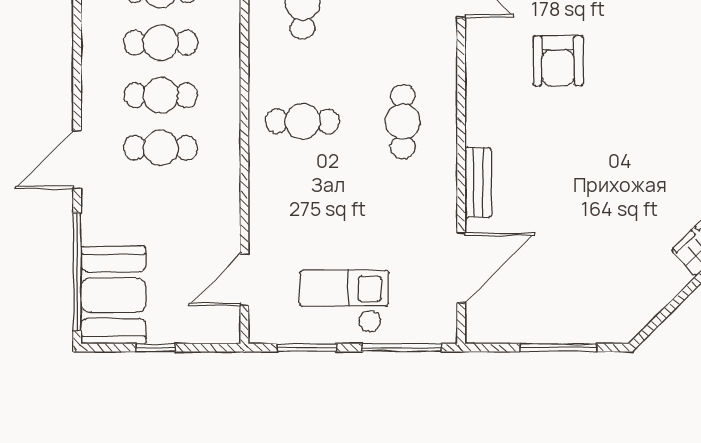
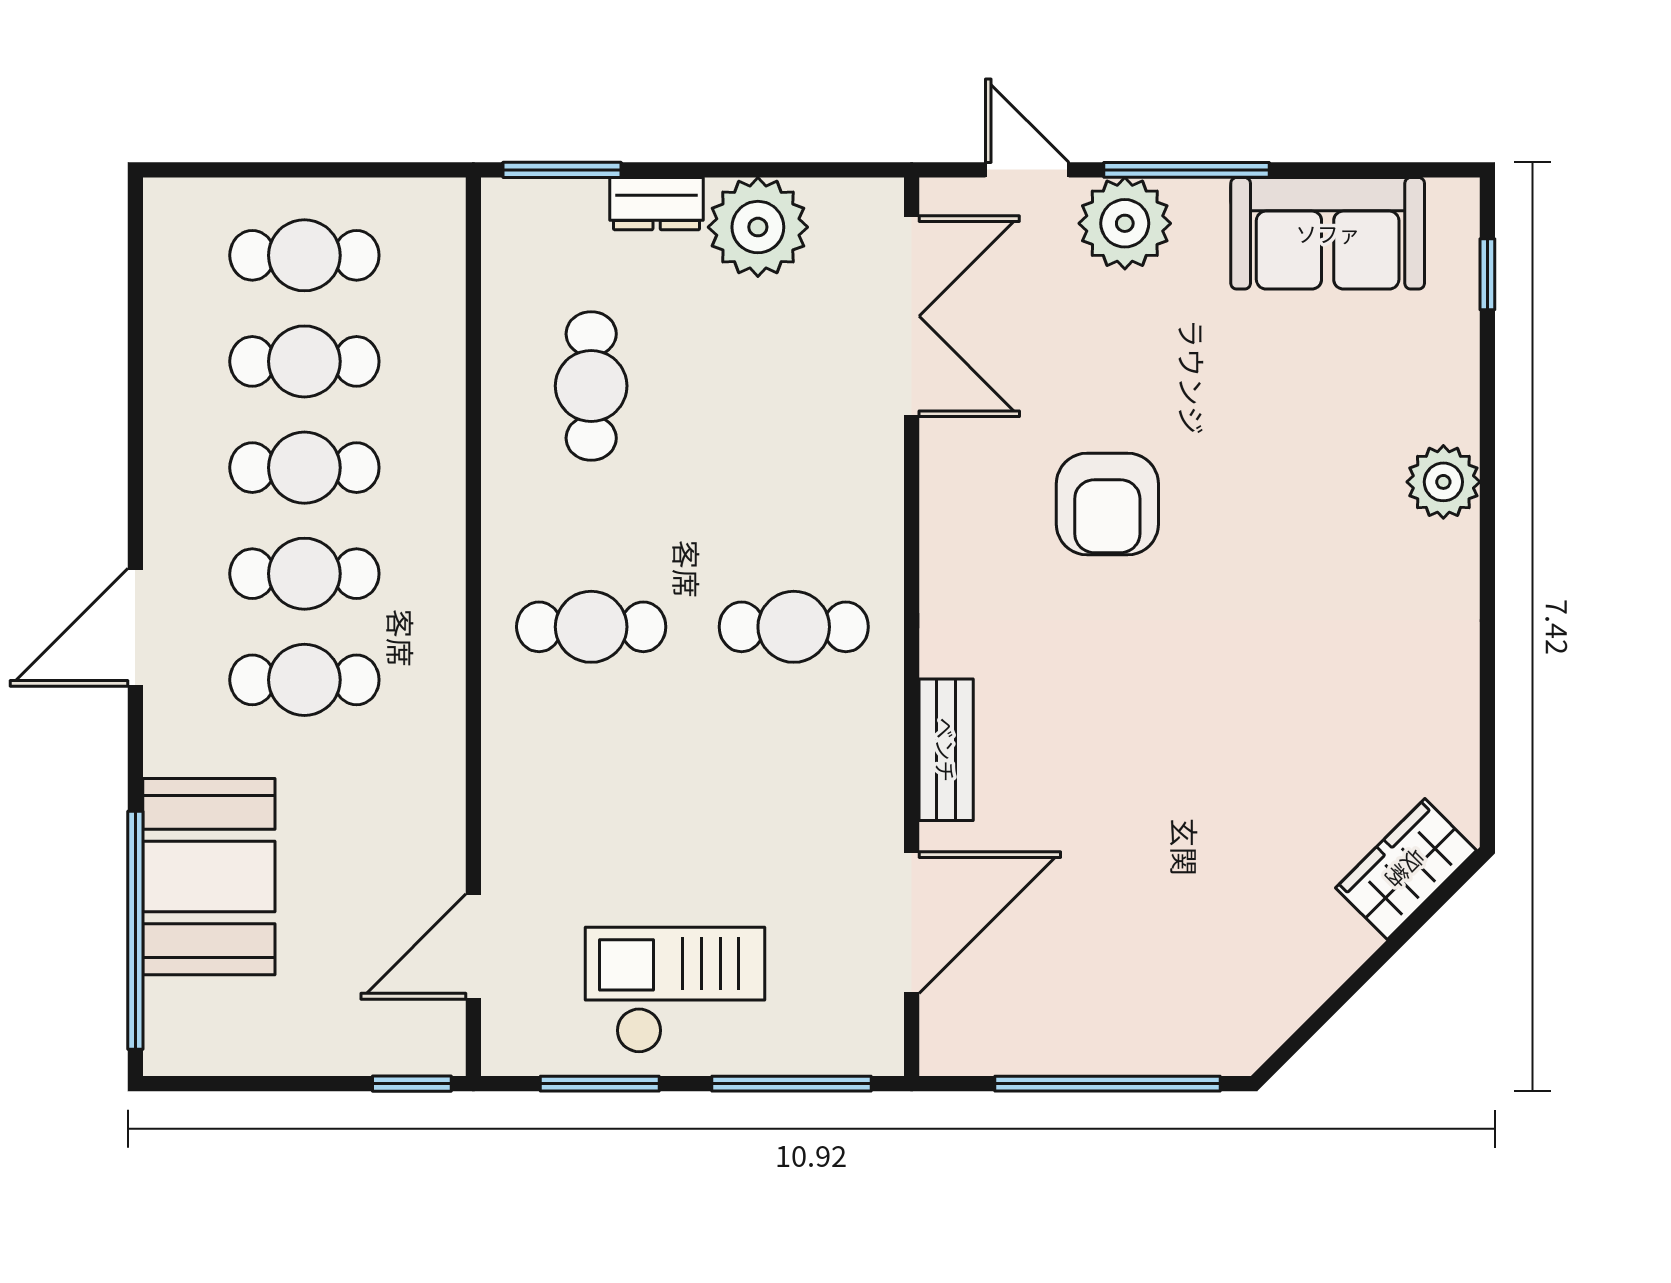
cafe table: (403, 121) -> (794, 627), turned 90
door: (77, 160) -> (135, 627), moved
booth: (113, 295) -> (209, 877), moved
window: (156, 348) -> (412, 1084), moved
window: (558, 348) -> (1107, 1084), width x1.46

